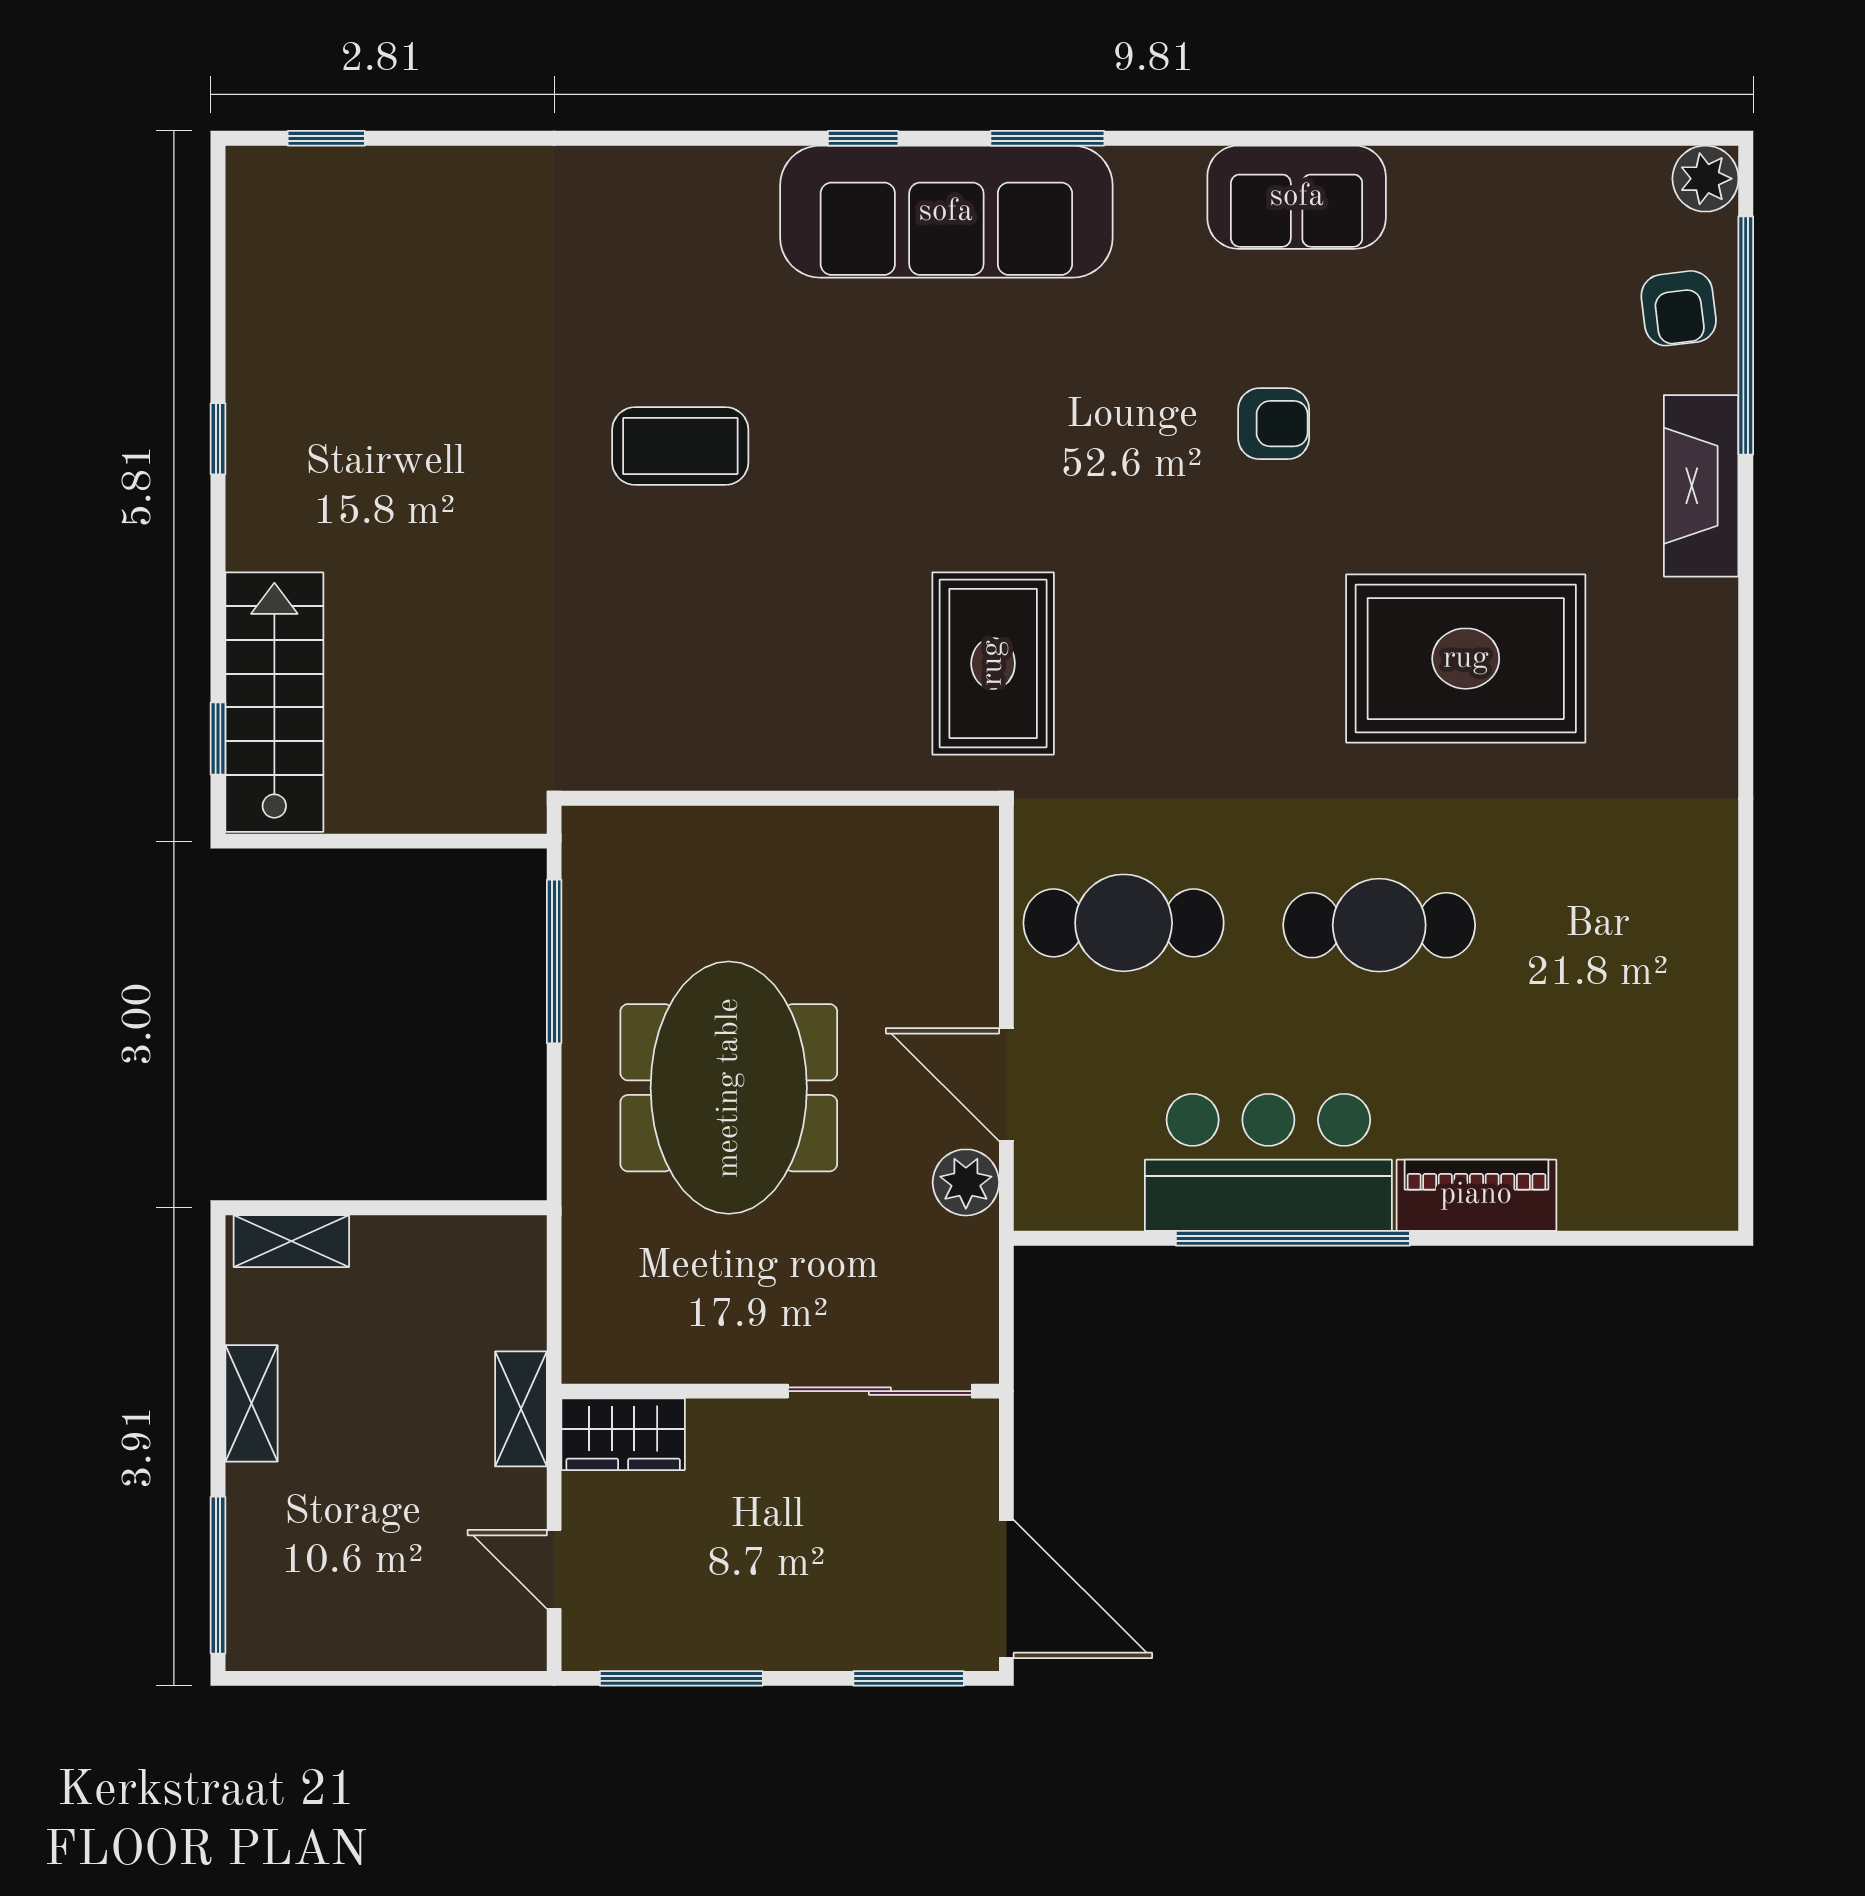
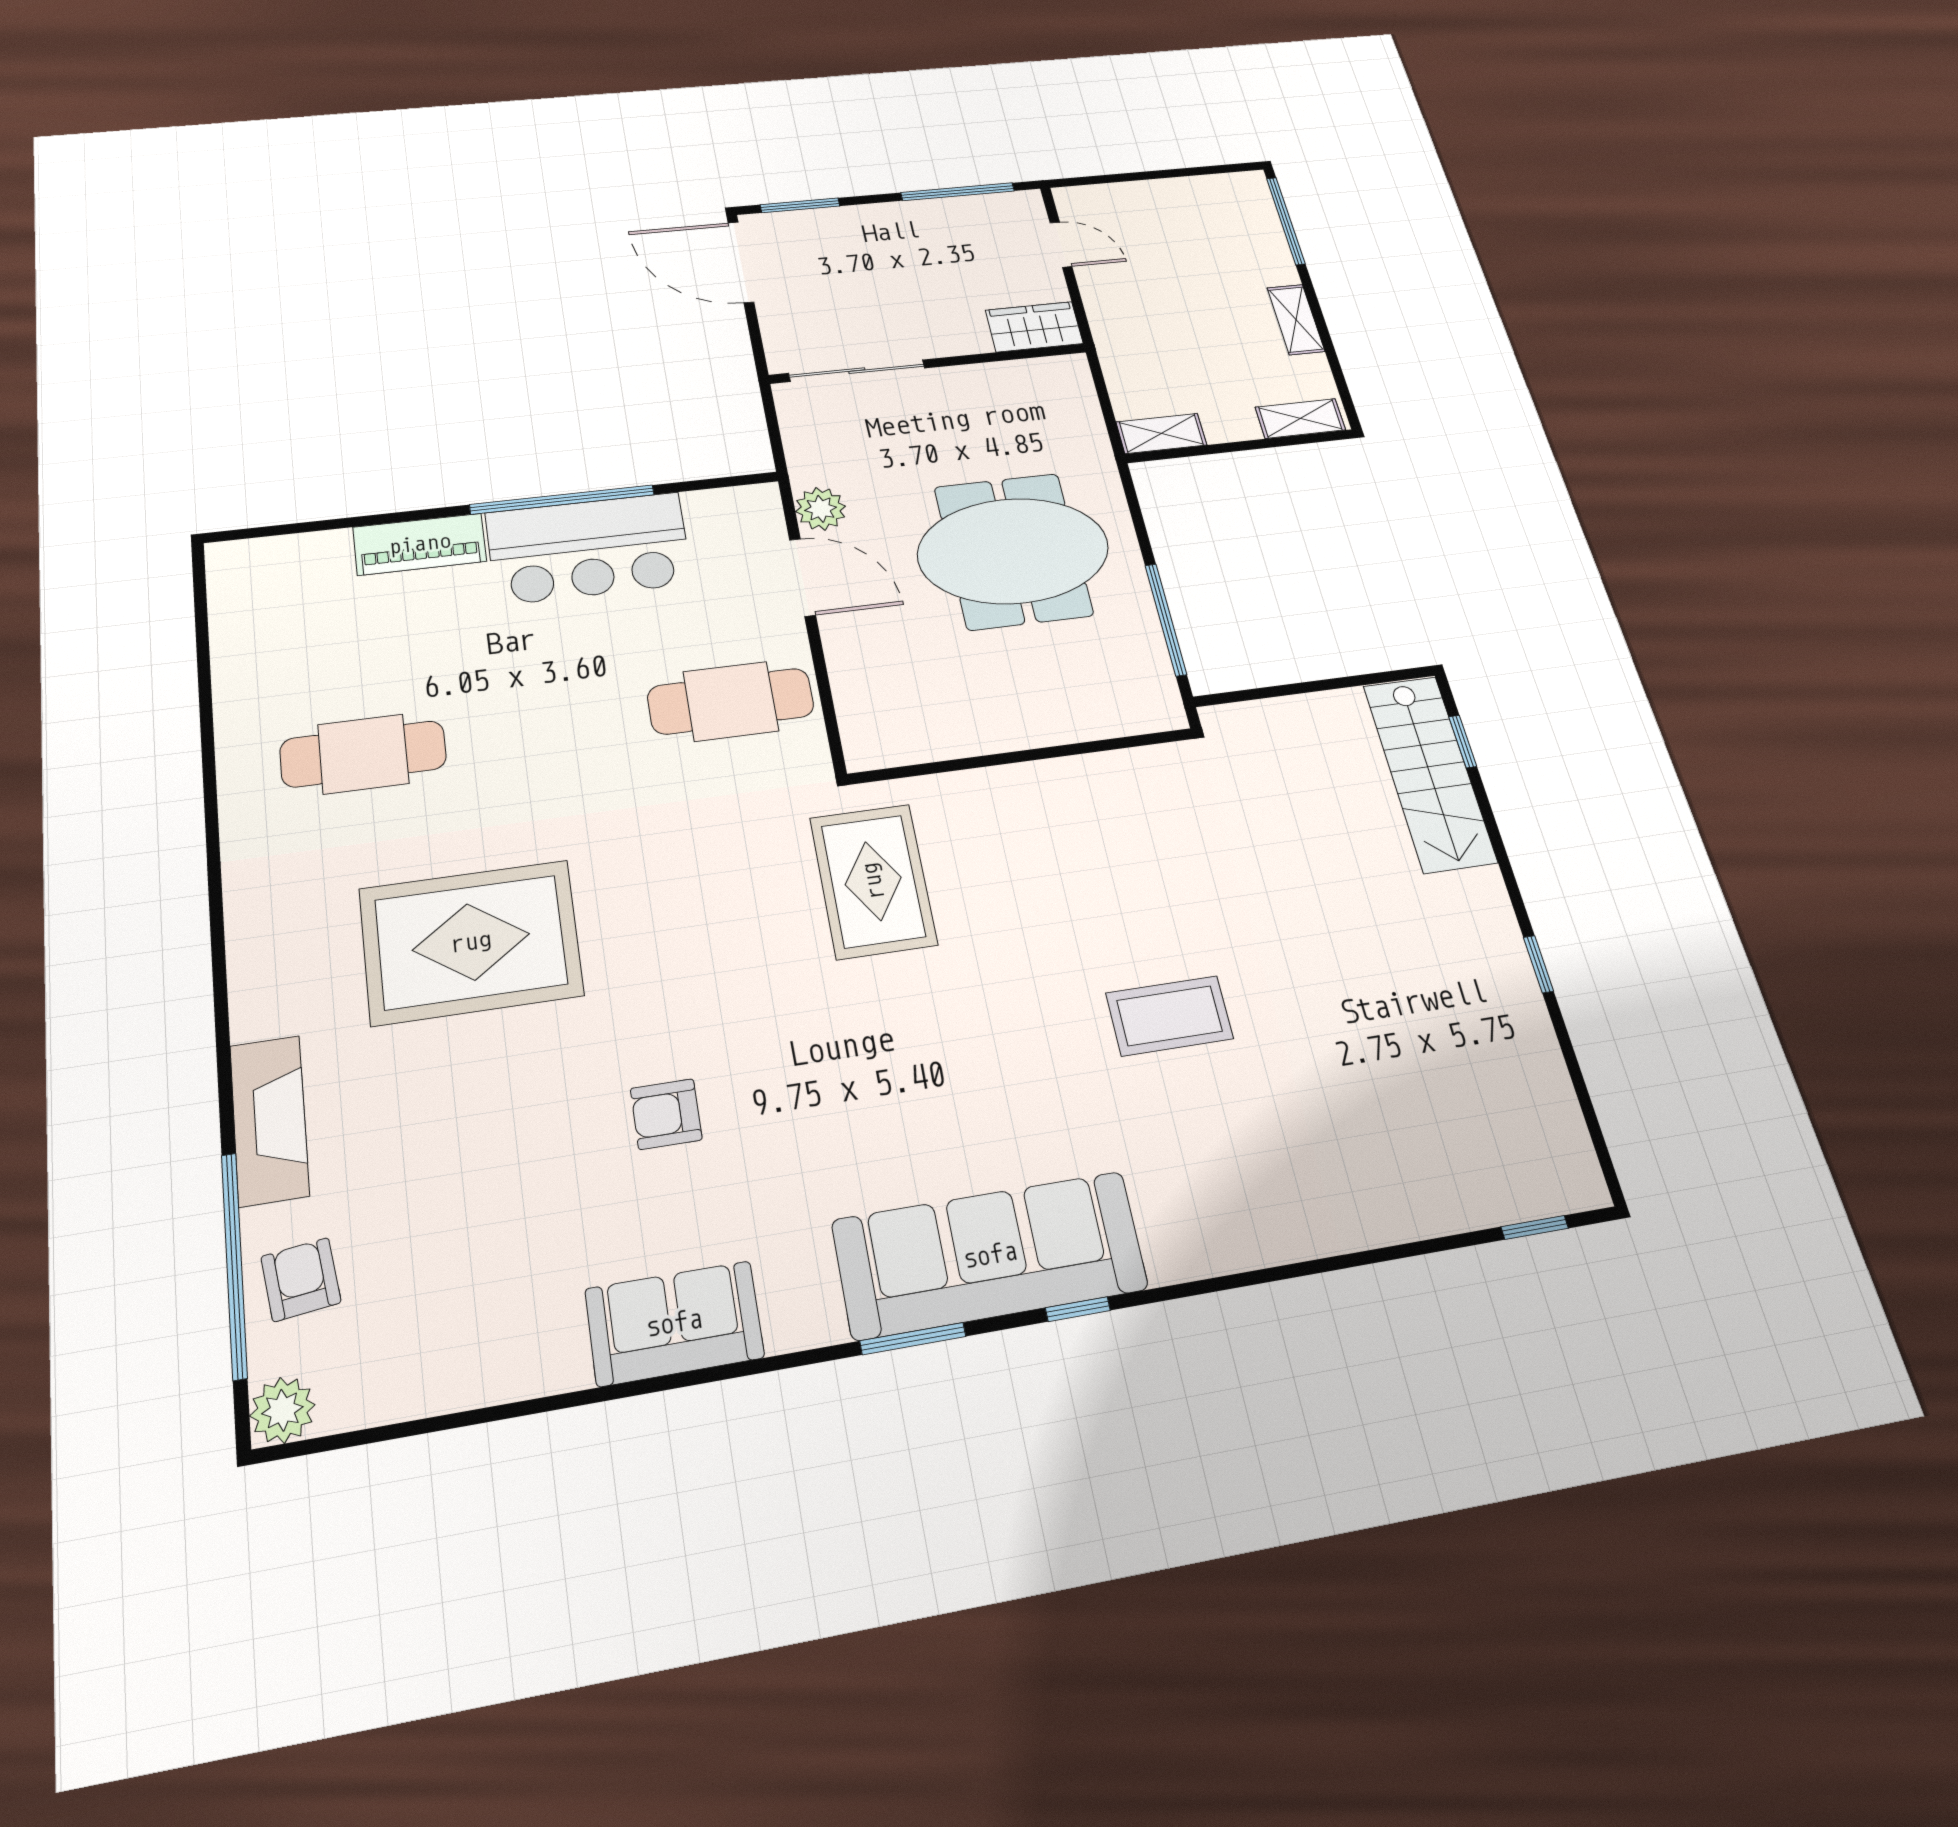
cafe table: (1379, 925) -> (363, 754), moved
meeting table: (729, 1088) -> (1013, 551), turned 90
shelving: (521, 1409) -> (1161, 434), moved, turned 90

